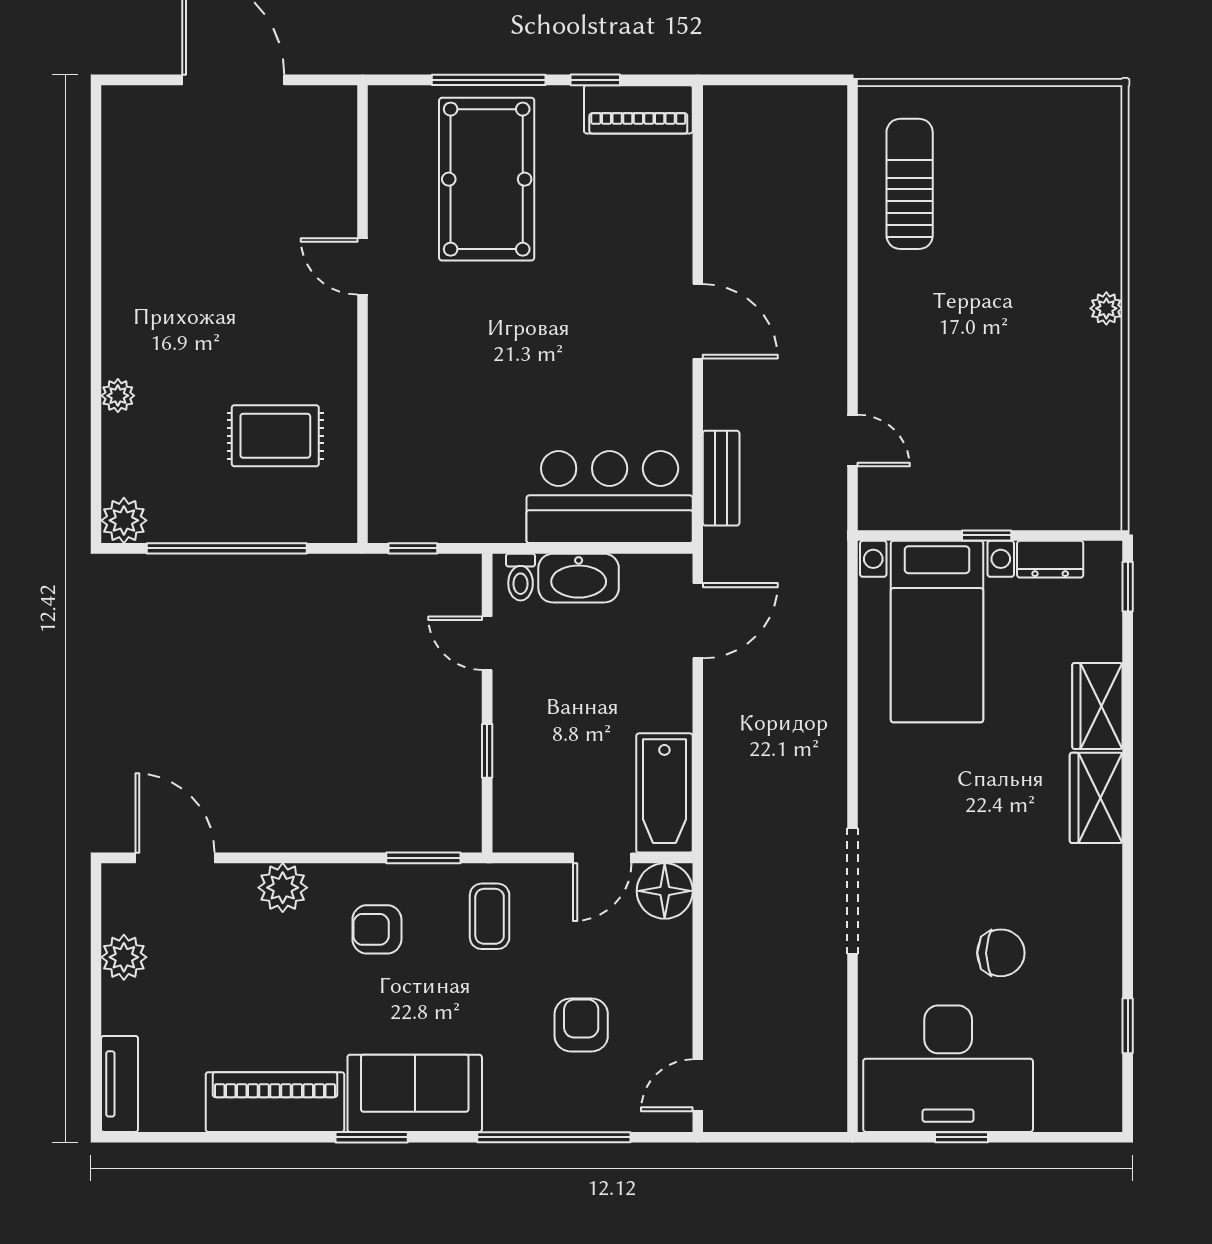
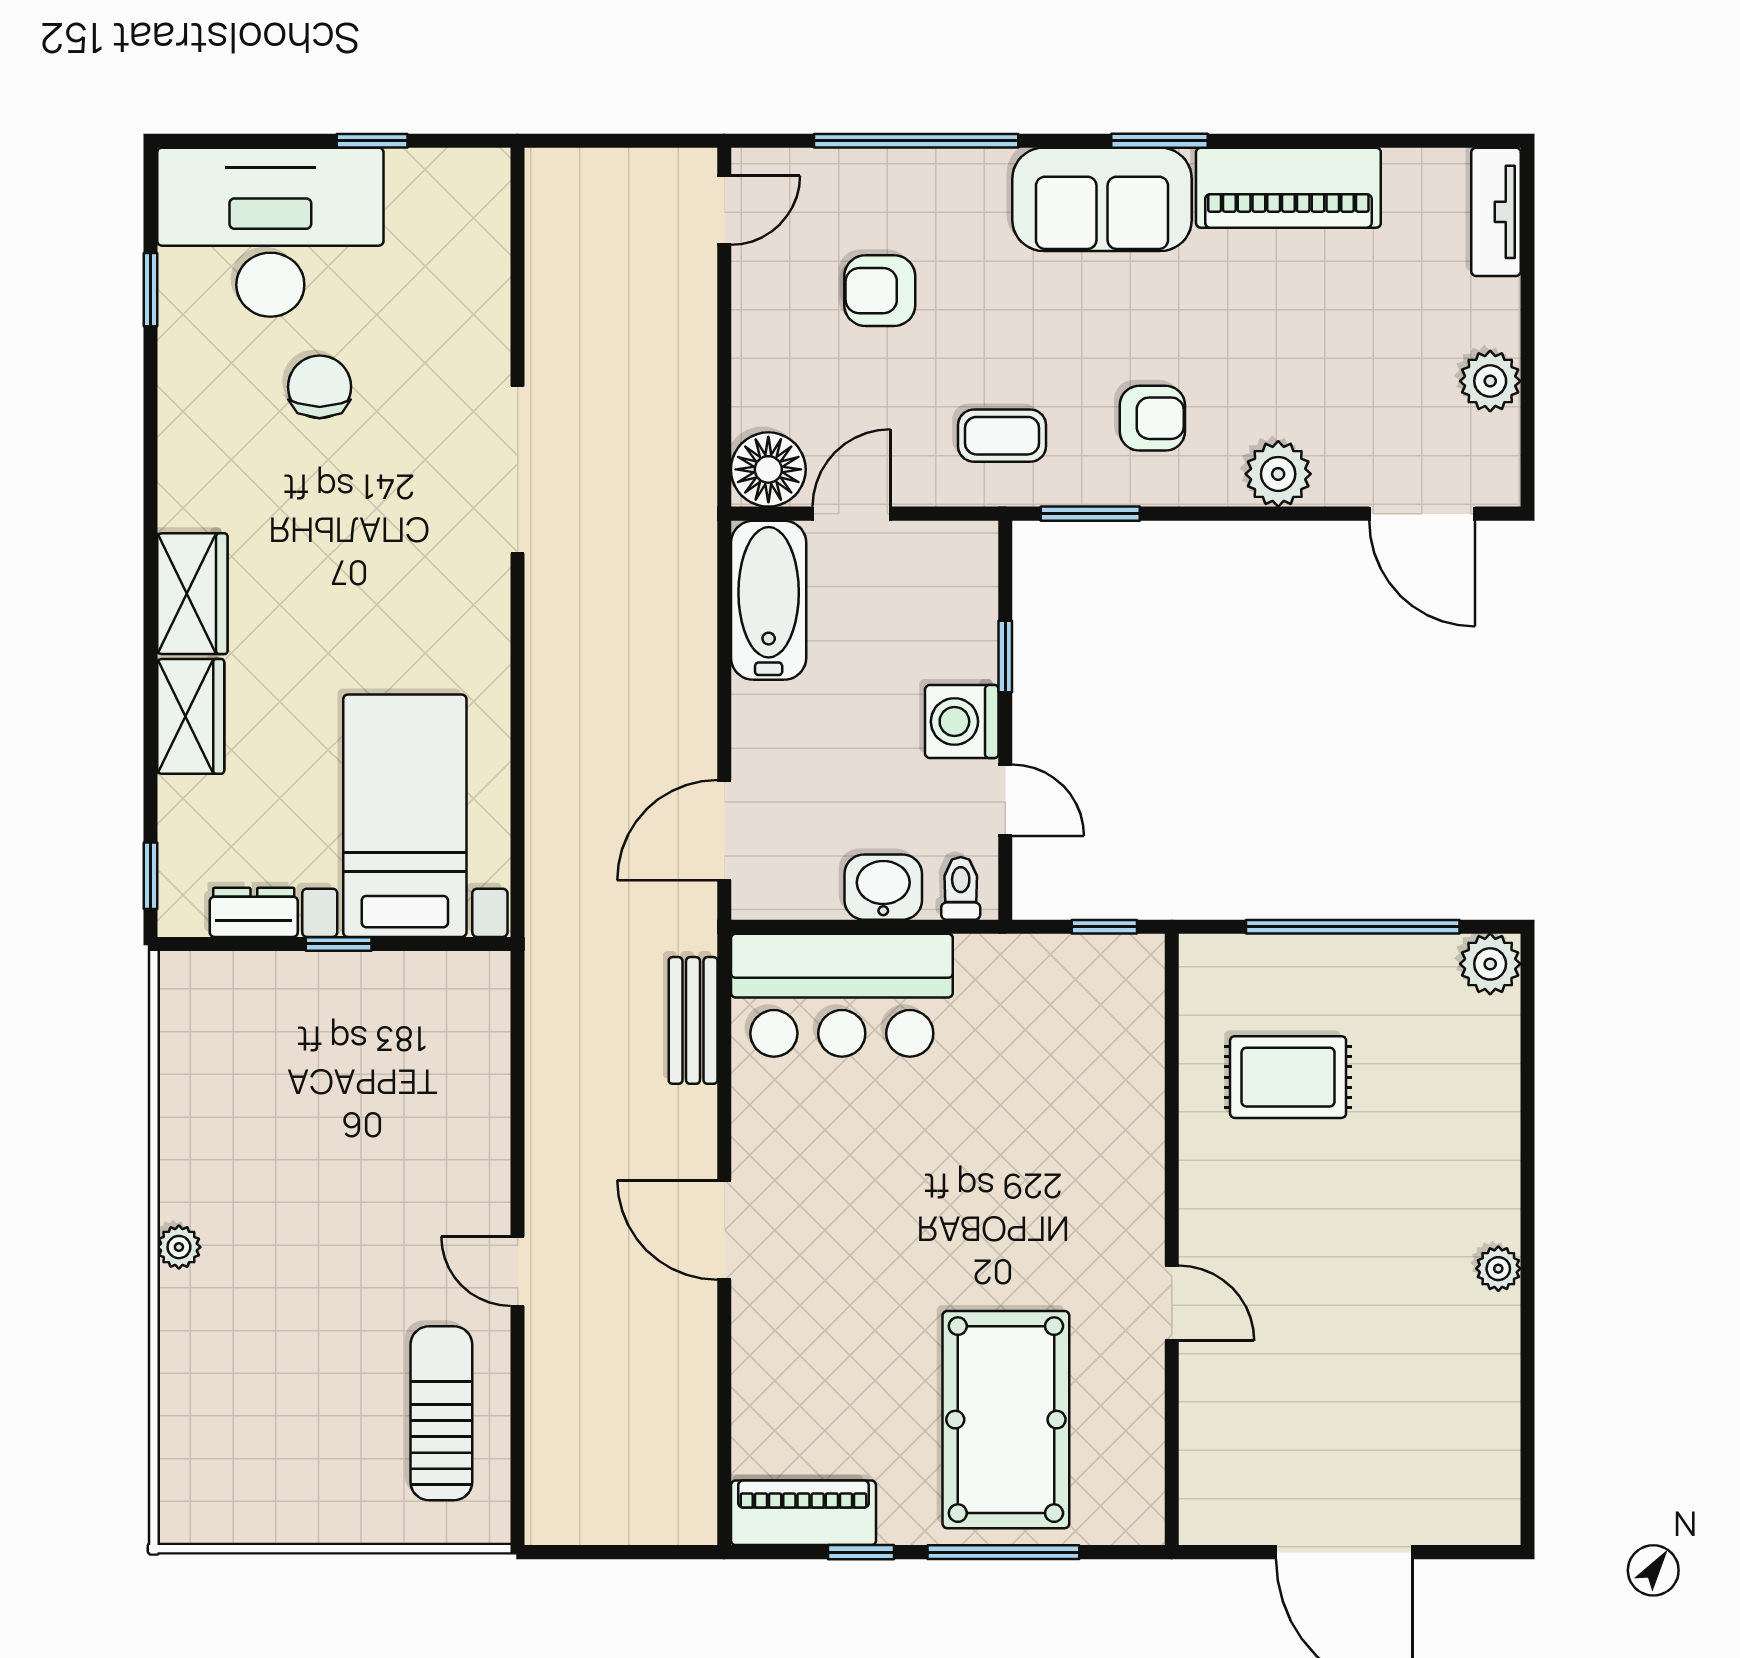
sun lounger: (910, 184) -> (441, 1413), turned 180
plant: (118, 396) -> (1498, 1269), moved
door: (853, 440) -> (518, 1271), moved
washbasin: (579, 578) -> (883, 887), width x0.72
washing machine: (520, 702) -> (962, 722), added
coffee table: (490, 916) -> (1002, 436), turned 90
chair: (1001, 953) -> (320, 387), turned 90
armchair: (581, 1025) -> (880, 291), turned 90
desk: (948, 1069) -> (270, 232), moved

